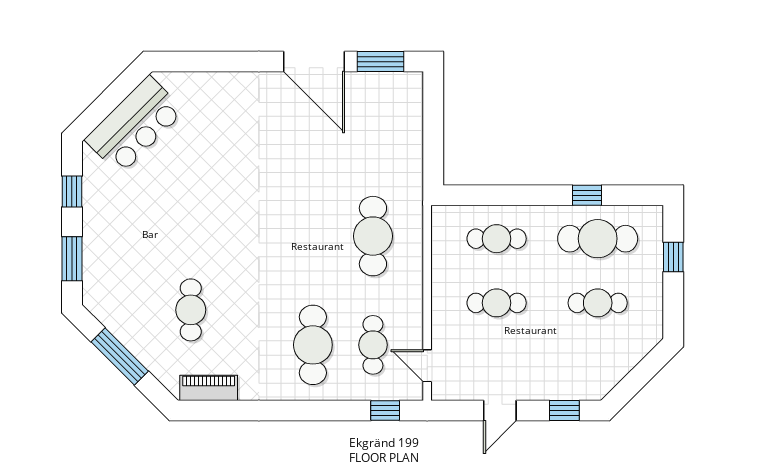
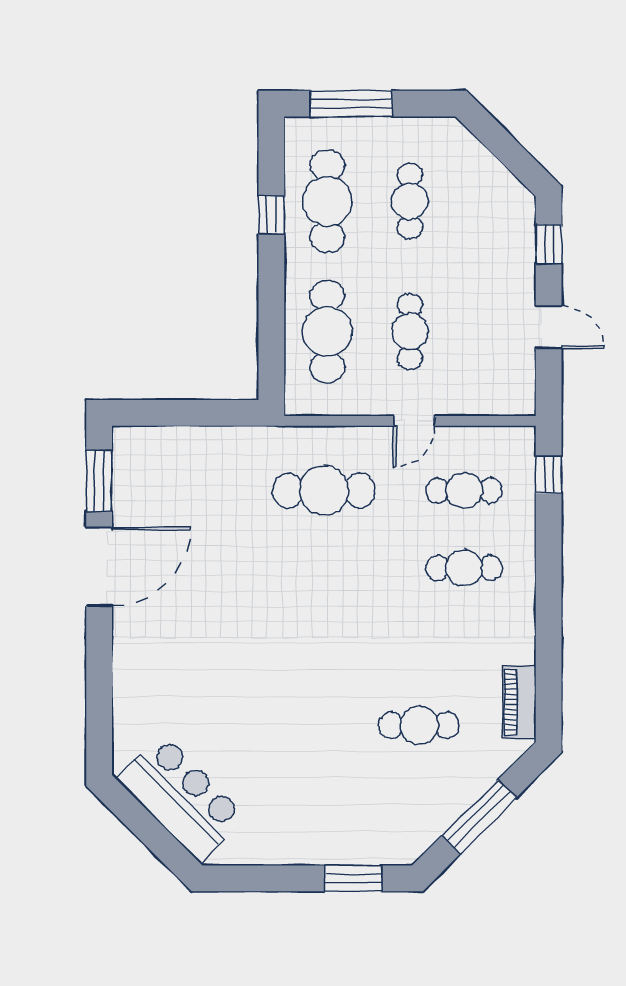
window: (72, 191) -> (266, 878), removed
cafe table: (497, 239) -> (327, 331), width x1.37, depth x1.35
window: (673, 257) -> (351, 104), width x2.17
cafe table: (313, 345) -> (464, 568), width x0.73, depth x0.74
door: (427, 366) -> (414, 421), moved

